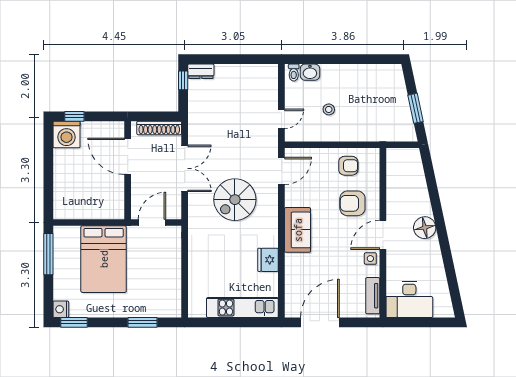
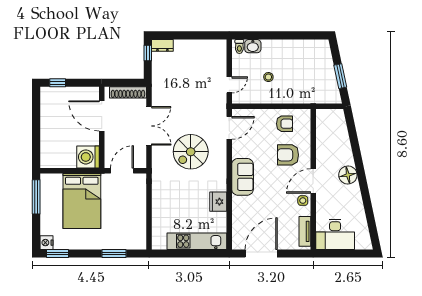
washing machine: (66, 134) -> (88, 157), moved, turned 90

